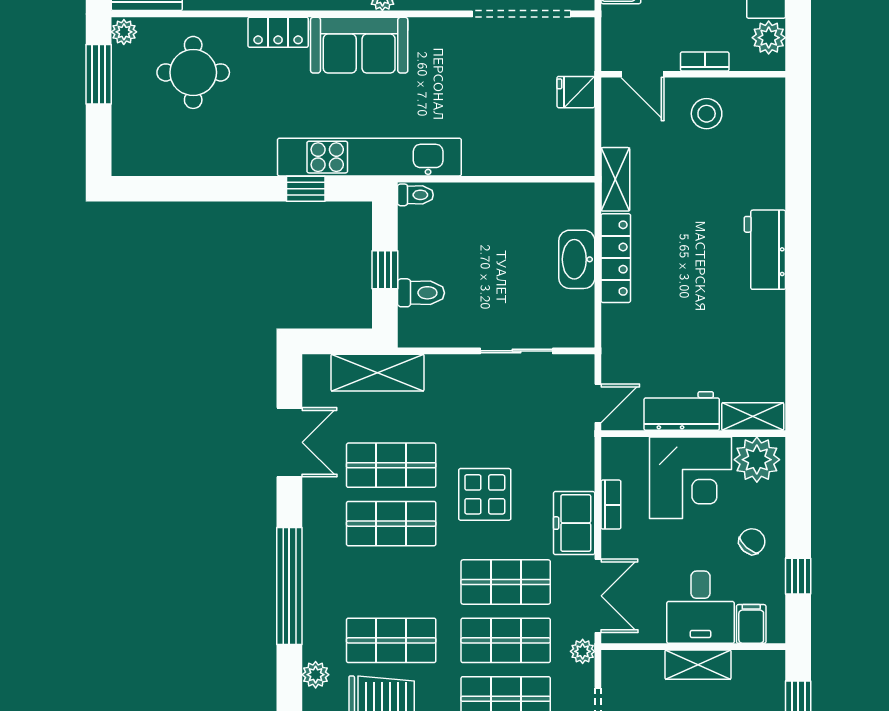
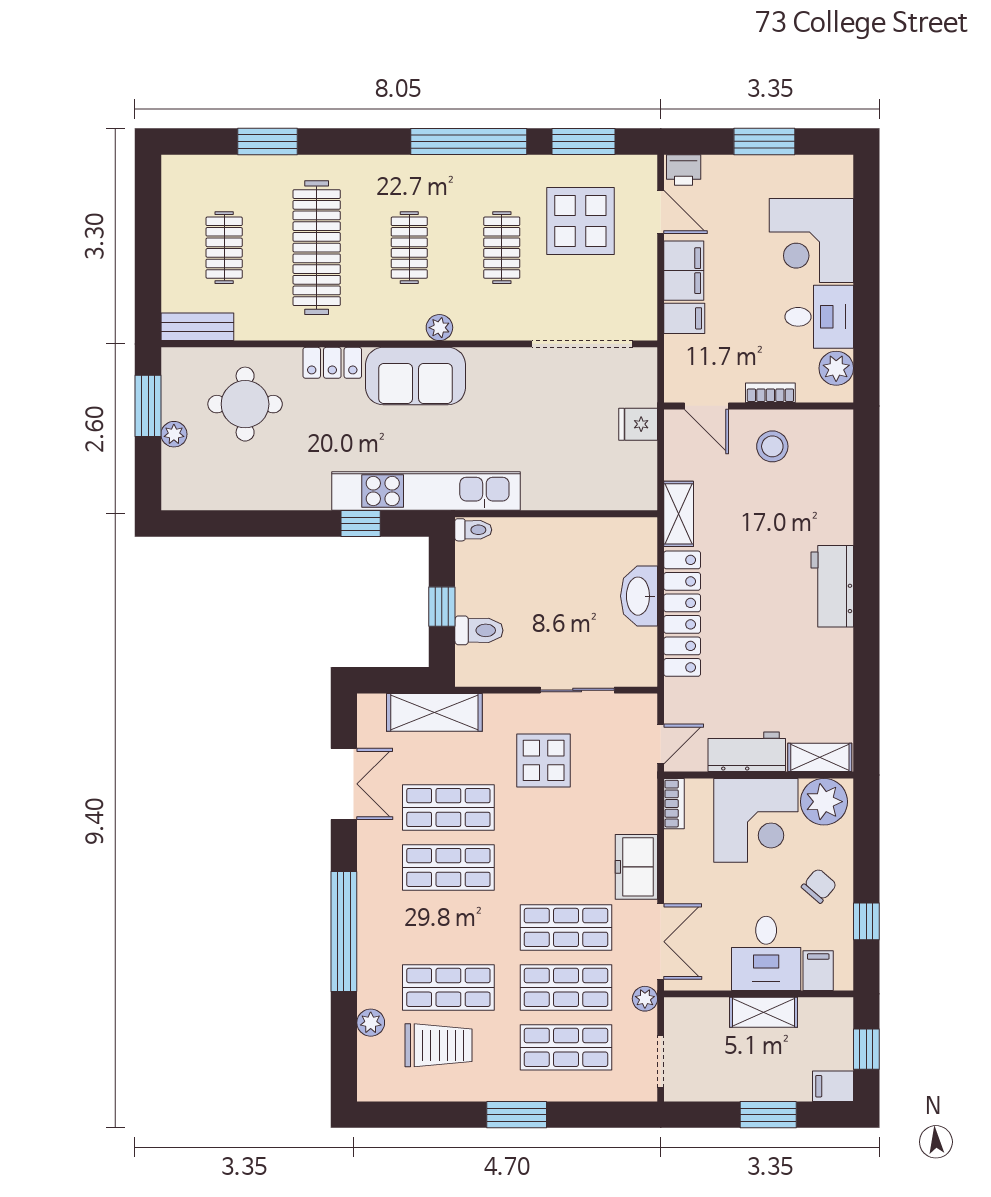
plant: (124, 32) -> (174, 434), moved
locker: (616, 258) -> (682, 614), width x1.41, depth x1.21
display table: (485, 494) -> (544, 760), moved
bookcase: (611, 505) -> (674, 804), moved

